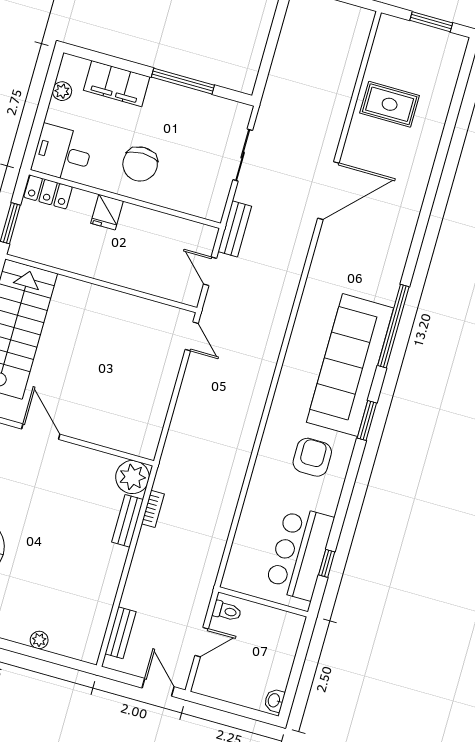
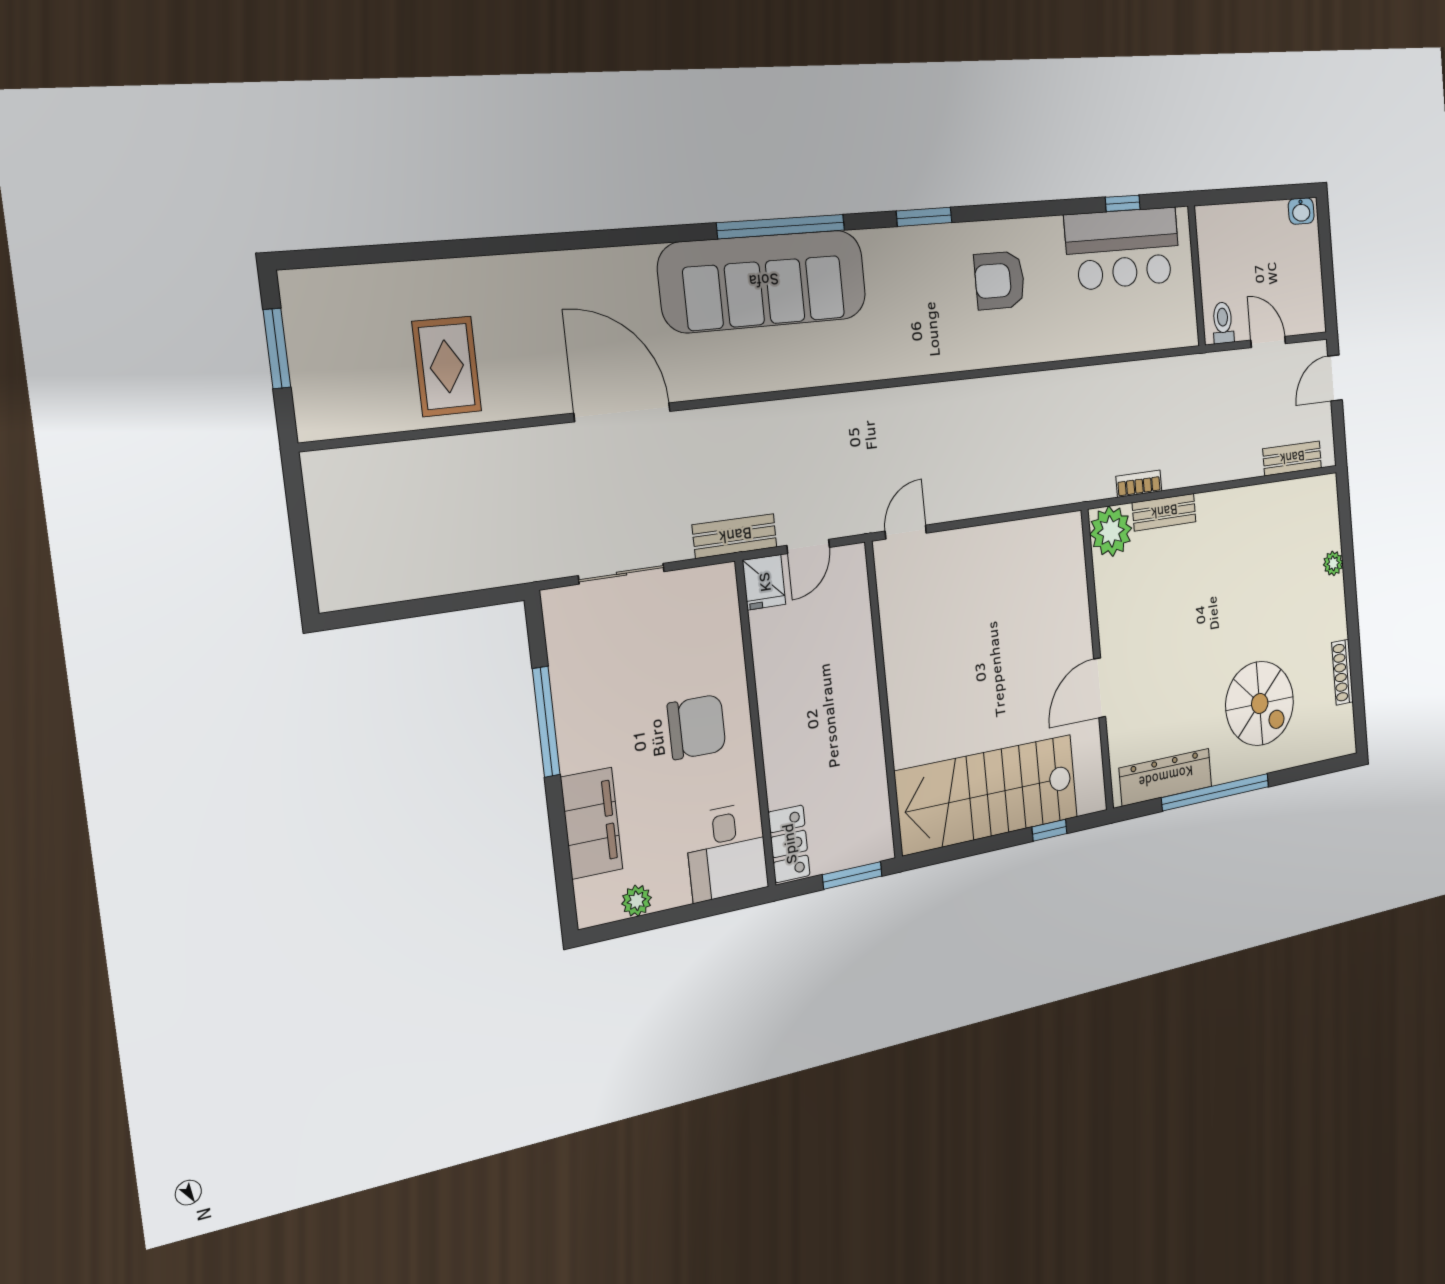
fridge: (107, 212) -> (764, 582), moved, turned 90
sofa: (350, 365) -> (764, 281), moved

